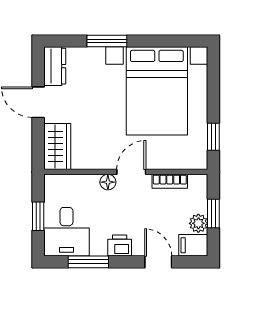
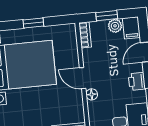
window: (213, 137) -> (33, 23), moved
bookcase: (170, 181) -> (85, 35), moved

